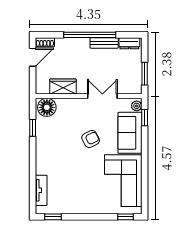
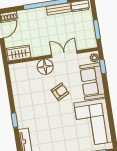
wardrobe: (63, 87) -> (19, 53), moved
floor lamp: (47, 107) -> (45, 67), moved
window: (33, 128) -> (14, 120), moved

